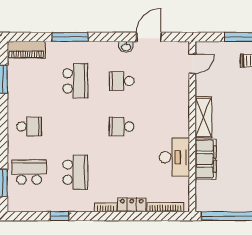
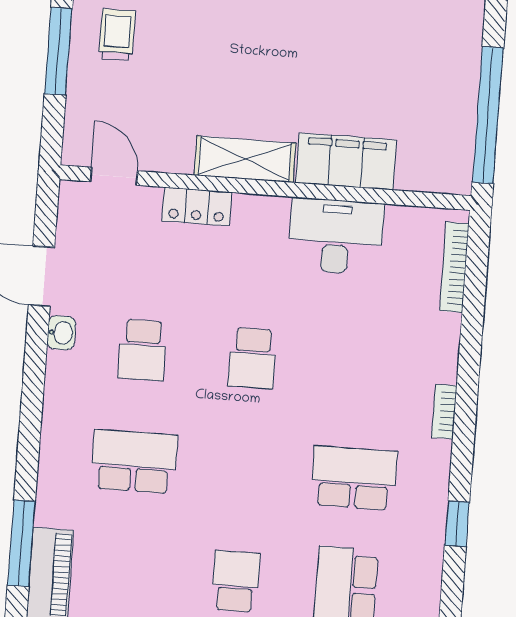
window: (70, 37) -> (21, 543), moved
locker: (132, 205) -> (197, 207), moved, turned -90

